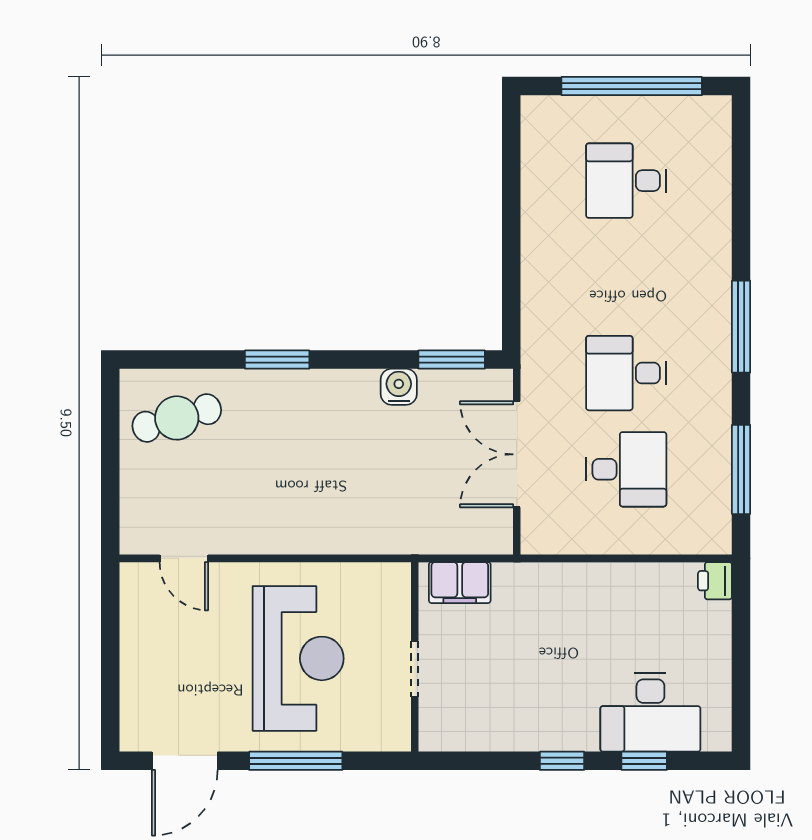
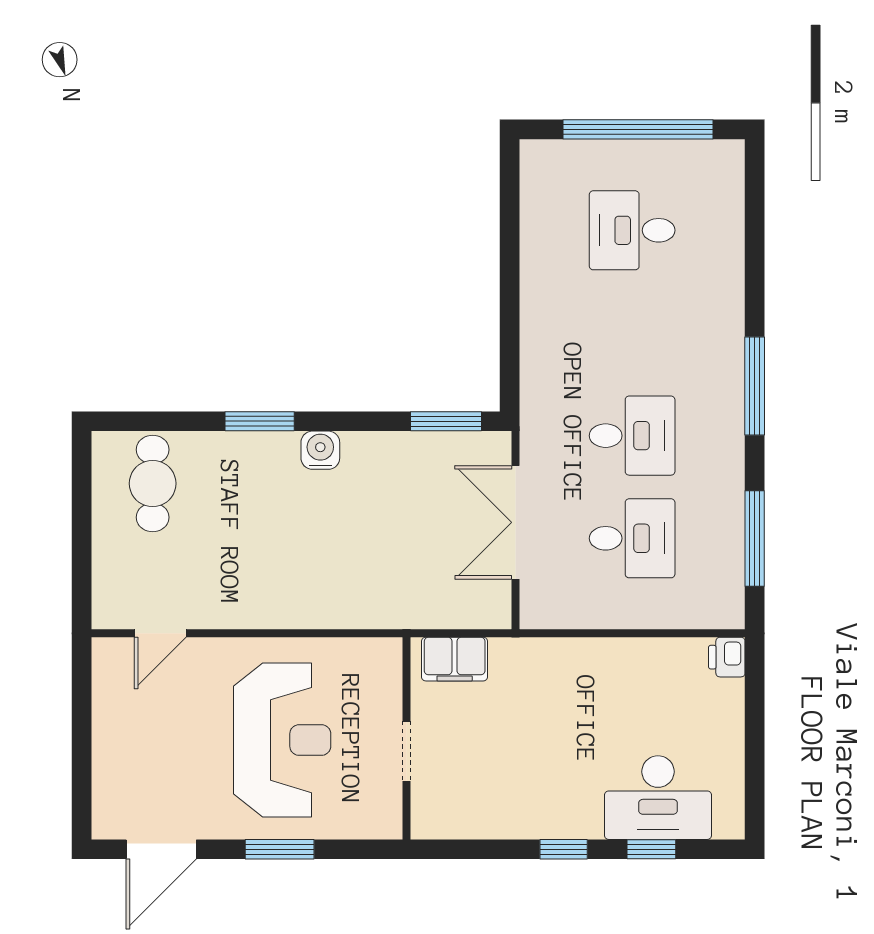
desk: (626, 373) -> (632, 436), turned 180
water cooler: (399, 387) -> (320, 450), moved
cafe table: (177, 418) -> (153, 483), turned -74
door: (184, 558) -> (160, 633), hinge flipped
window: (296, 761) -> (280, 849), width x0.69

